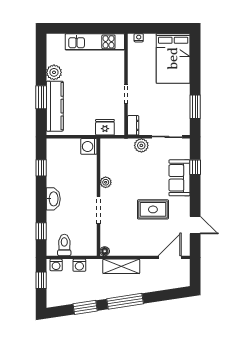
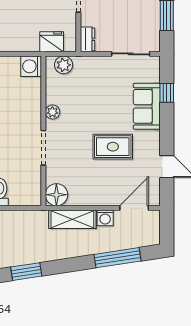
plant: (141, 145) -> (64, 65), moved
floor lamp: (105, 251) -> (56, 195), width x1.89, depth x1.89
washing machine: (79, 265) -> (105, 218), moved
window: (125, 301) -> (117, 258), moved

